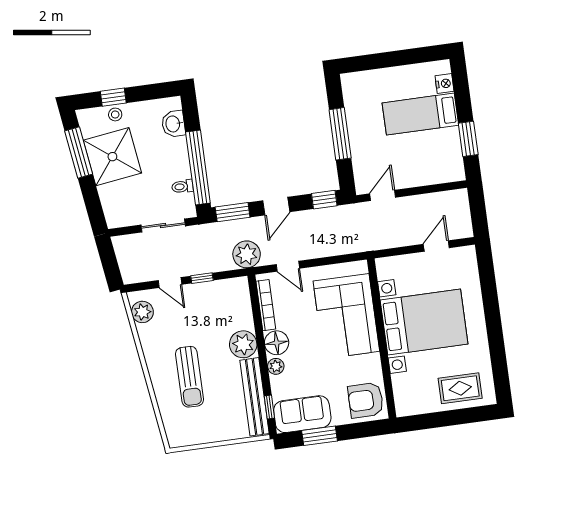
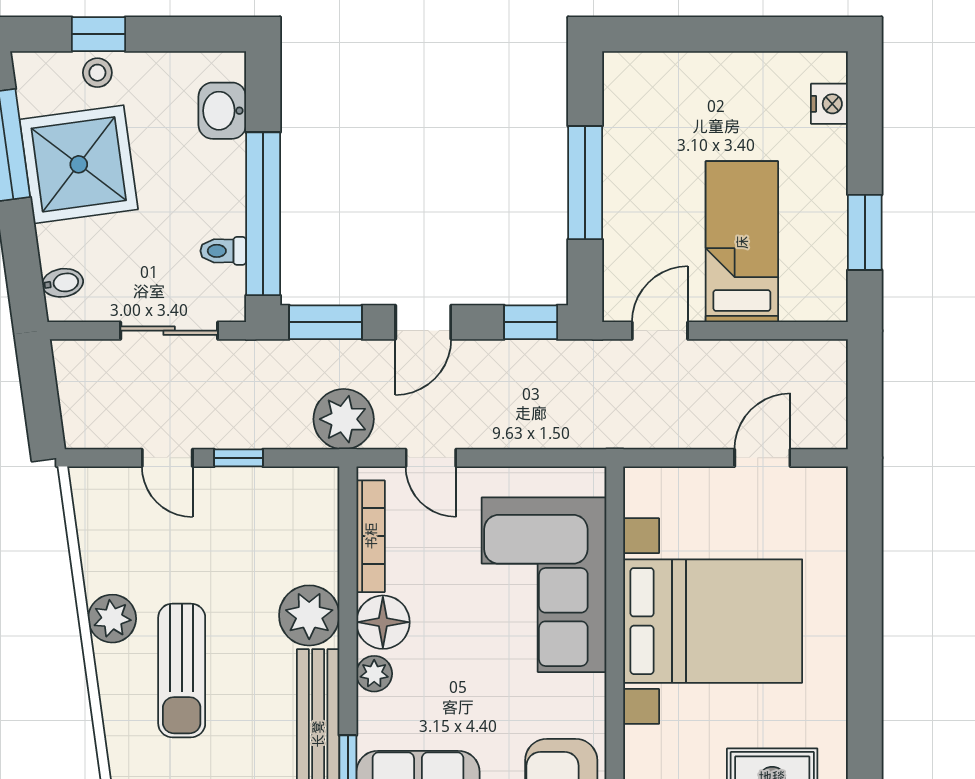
bed: (420, 114) -> (742, 242), moved, turned 90
bidet: (113, 211) -> (63, 283), added
plant: (142, 312) -> (112, 619), moved

